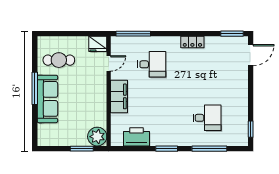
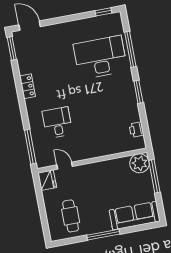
filing cabinet: (119, 96) -> (96, 149), removed
sofa: (47, 99) -> (135, 216), moved
desk: (207, 118) -> (100, 57), width x1.87, depth x1.30
printer: (136, 137) -> (137, 129), width x0.53, depth x0.68
window: (82, 149) -> (154, 176), width x1.44

